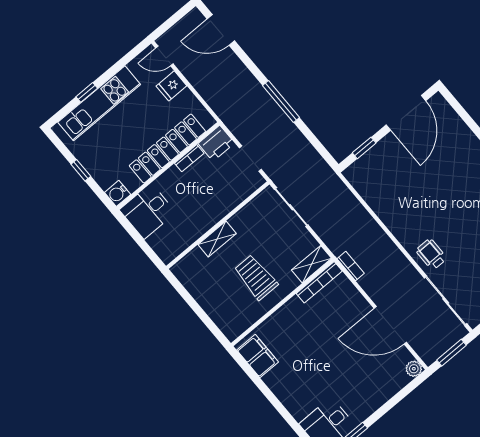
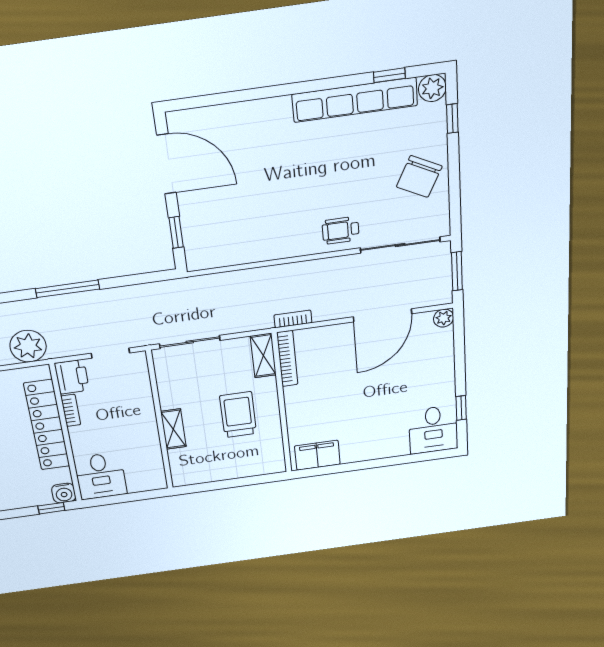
plant: (222, 100) -> (28, 346), added
window: (81, 170) -> (51, 508), moved
trolley: (256, 277) -> (238, 415), turned 90

